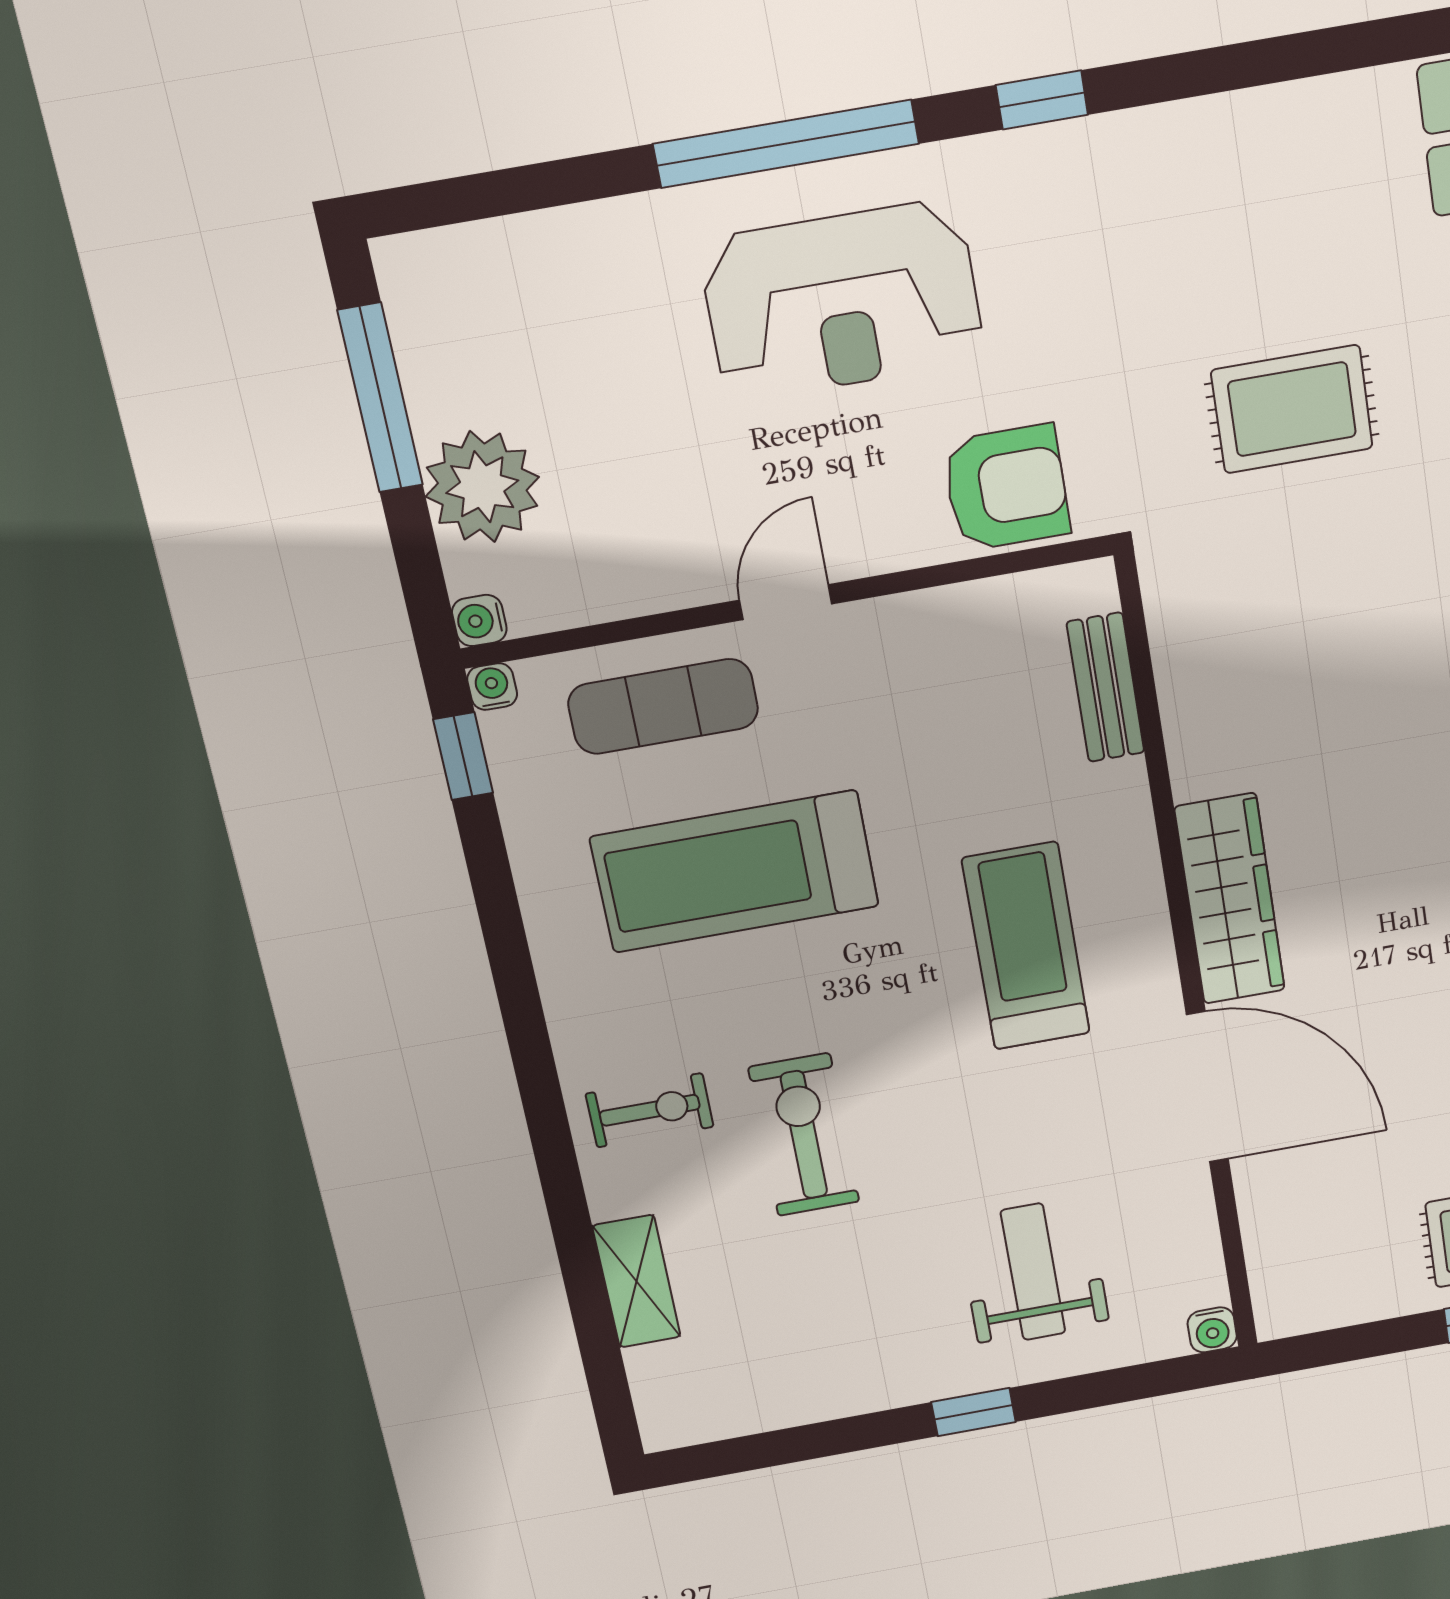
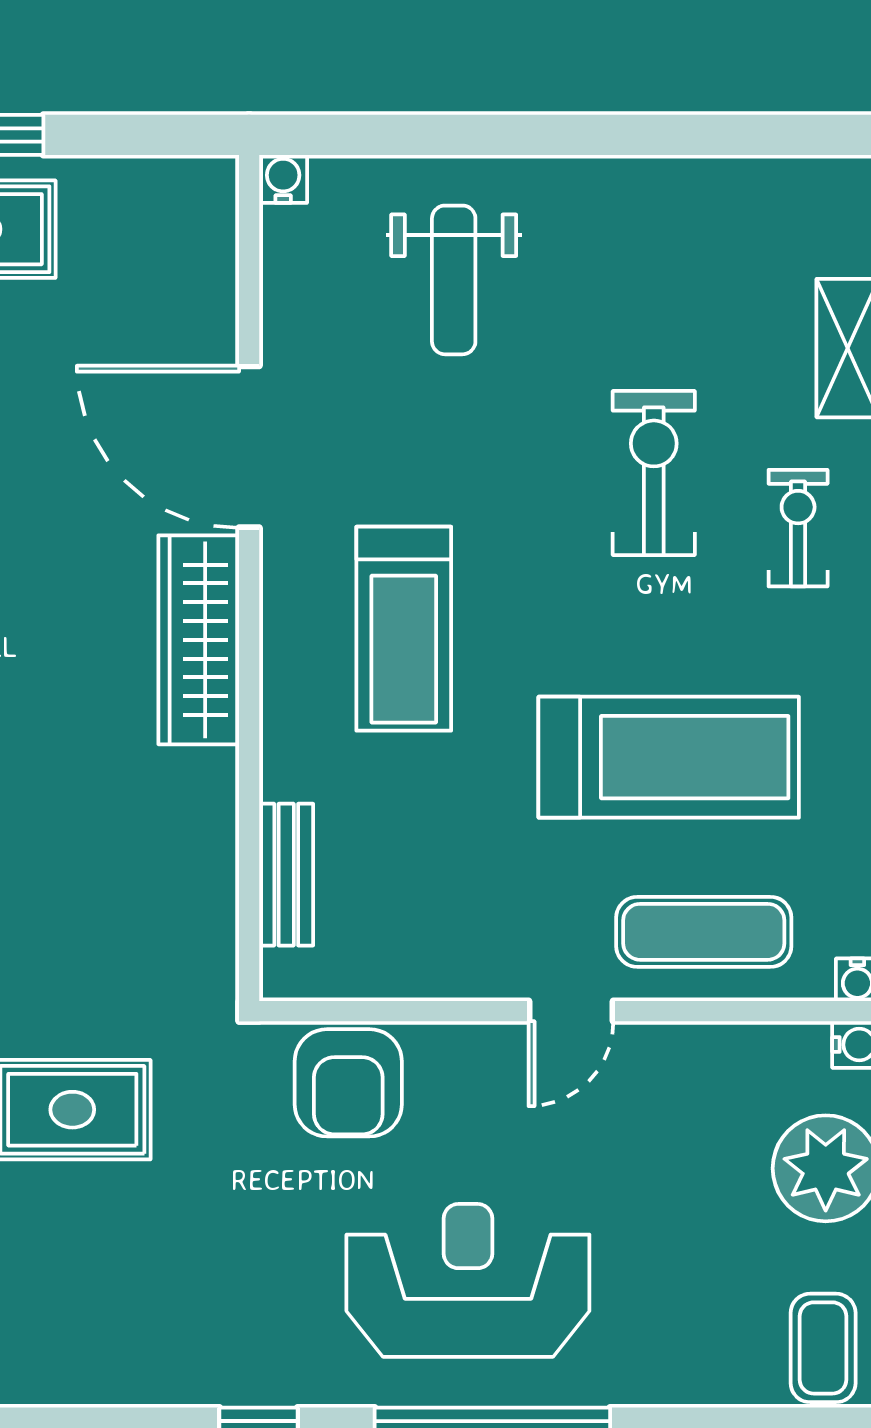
coffee table: (442, 294) -> (823, 1348), added
armchair: (1006, 488) -> (348, 1083), turned -90
exercise bike: (650, 1110) -> (798, 528), turned 90
exercise bike: (804, 1135) -> (654, 473), turned 180
window: (974, 1412) -> (540, 135), removed

